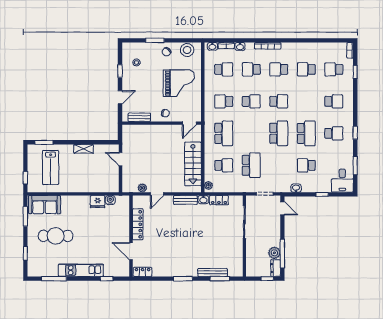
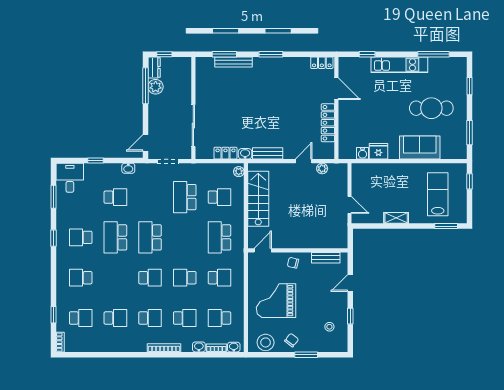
school desk: (279, 101) -> (150, 278), turned 180
school desk: (224, 165) -> (219, 197), turned 180
sofa: (45, 205) -> (420, 148), moved
door: (282, 208) -> (145, 143), hinge flipped

